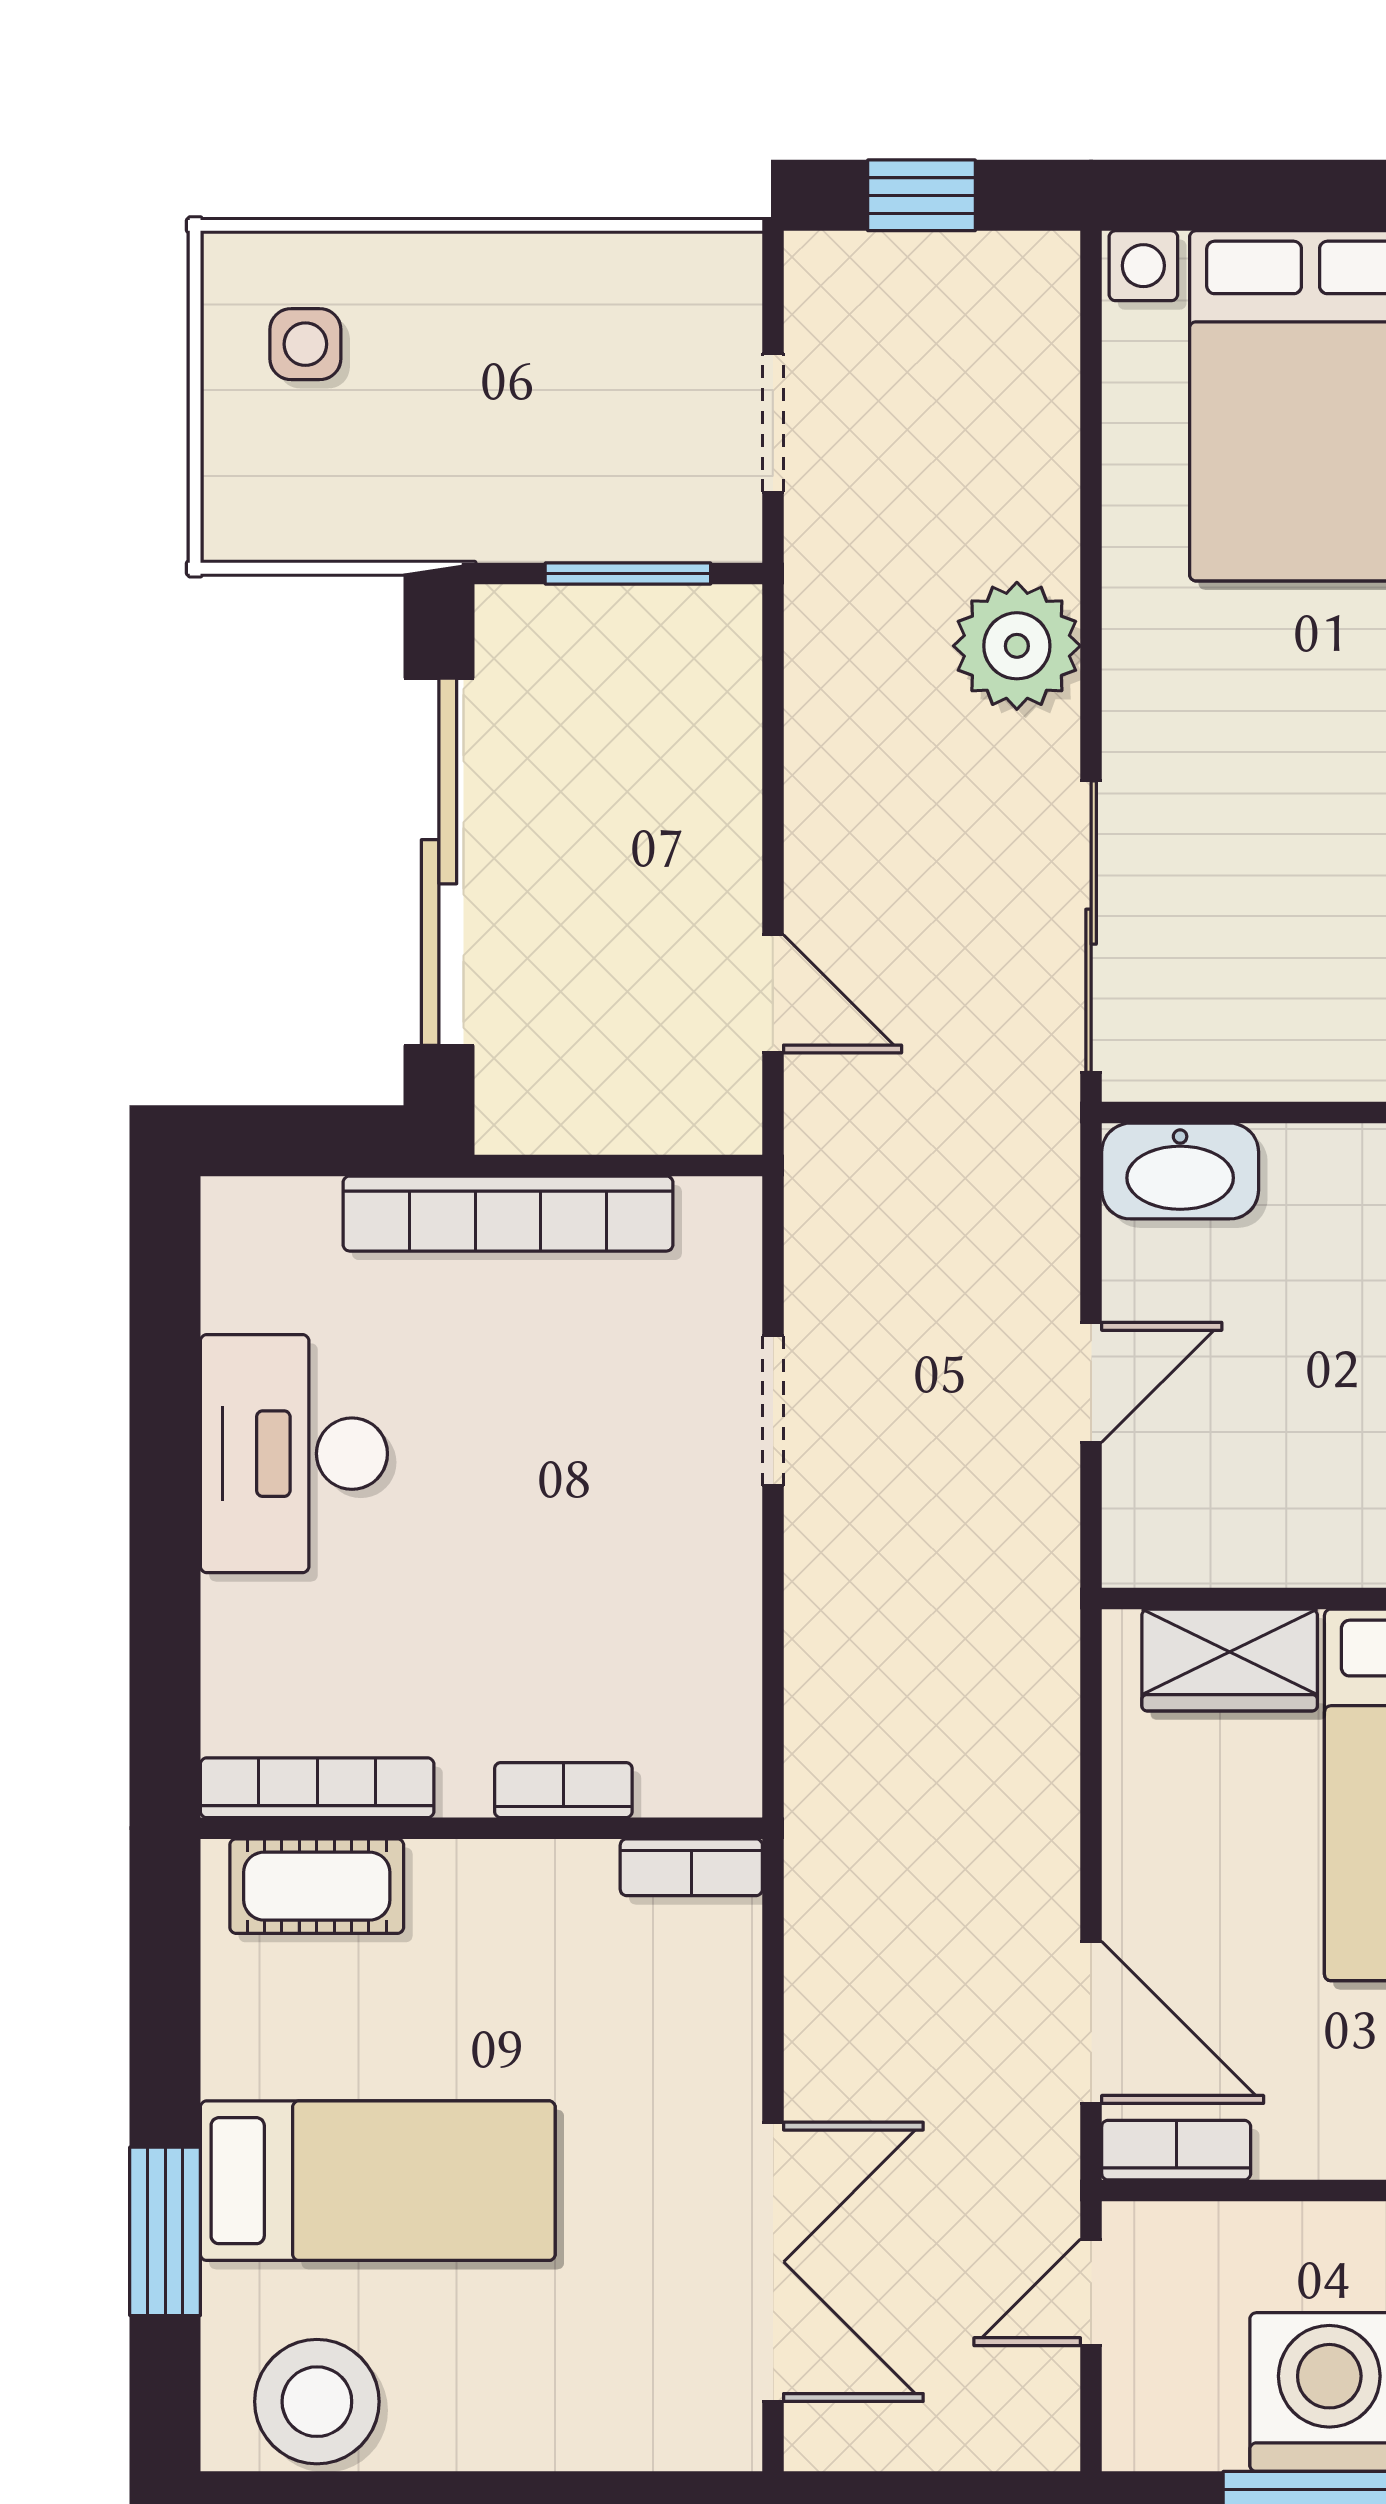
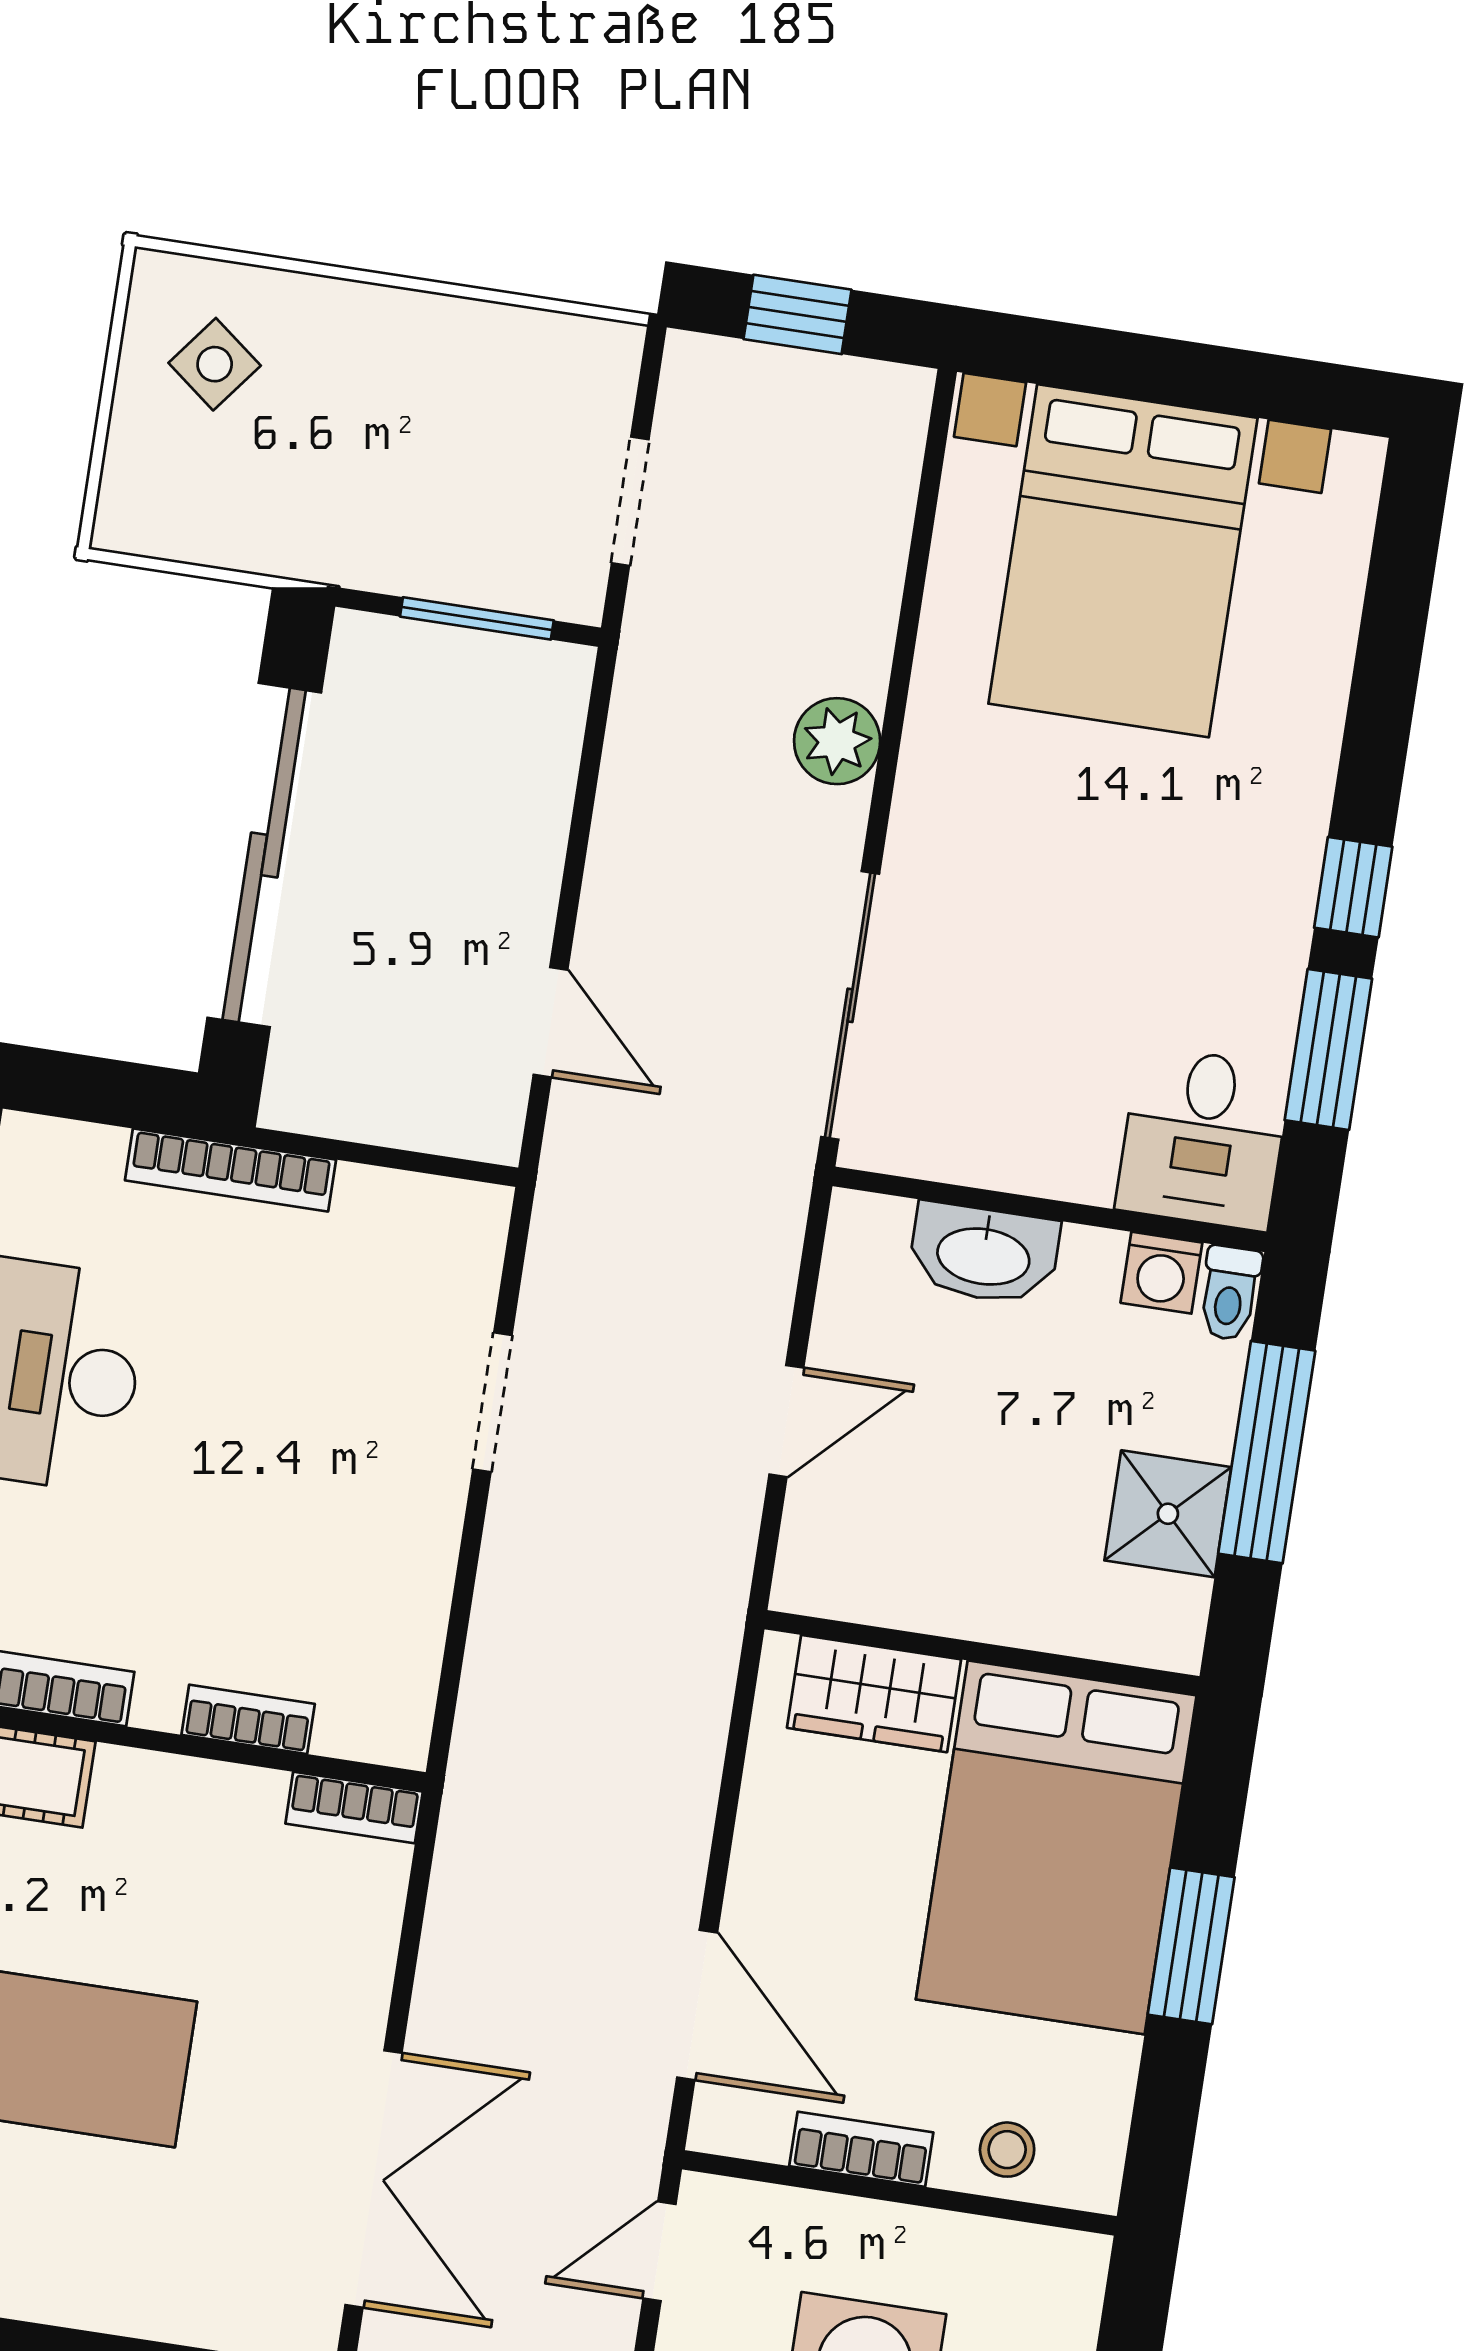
side table: (305, 344) -> (215, 364), turned 38
plant: (1017, 646) -> (837, 741), width x0.73, depth x0.73
washbasin: (1180, 1171) -> (984, 1254), moved
bookcase: (508, 1214) -> (231, 1170), width x0.68, depth x0.76
bookcase: (1176, 2150) -> (861, 2149), moved

